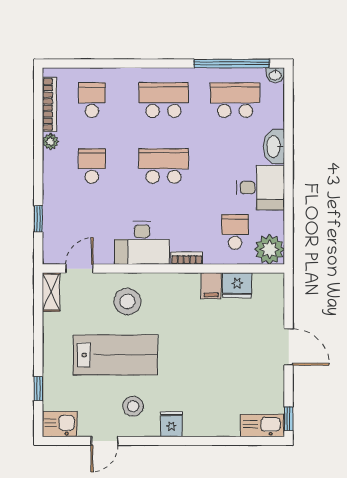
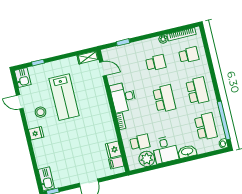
plant: (269, 249) -> (147, 159), moved
filing cabinet: (211, 286) -> (116, 163), moved
stool: (127, 301) -> (92, 97), removed

